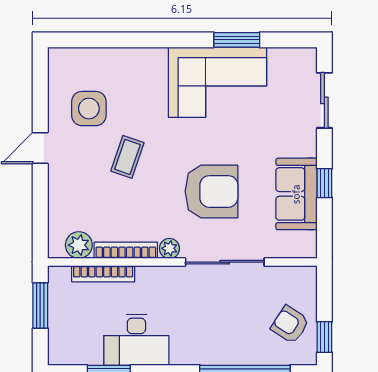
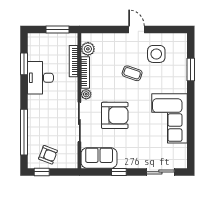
window: (237, 40) -> (191, 70), moved
armchair: (211, 191) -> (115, 115), turned -90
sofa: (296, 194) -> (99, 158), moved
armchair: (290, 325) -> (48, 155), turned 78

